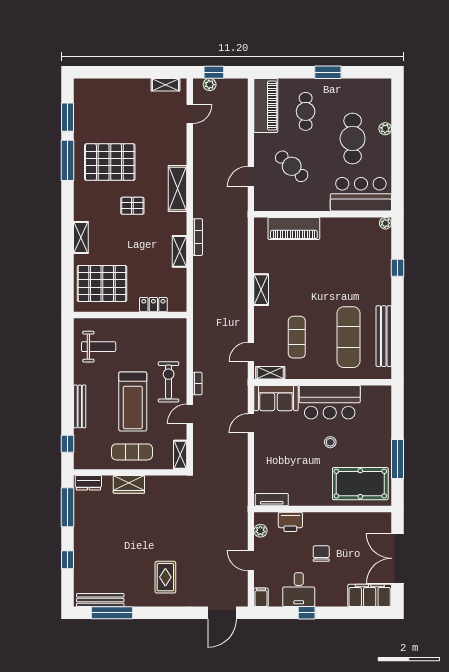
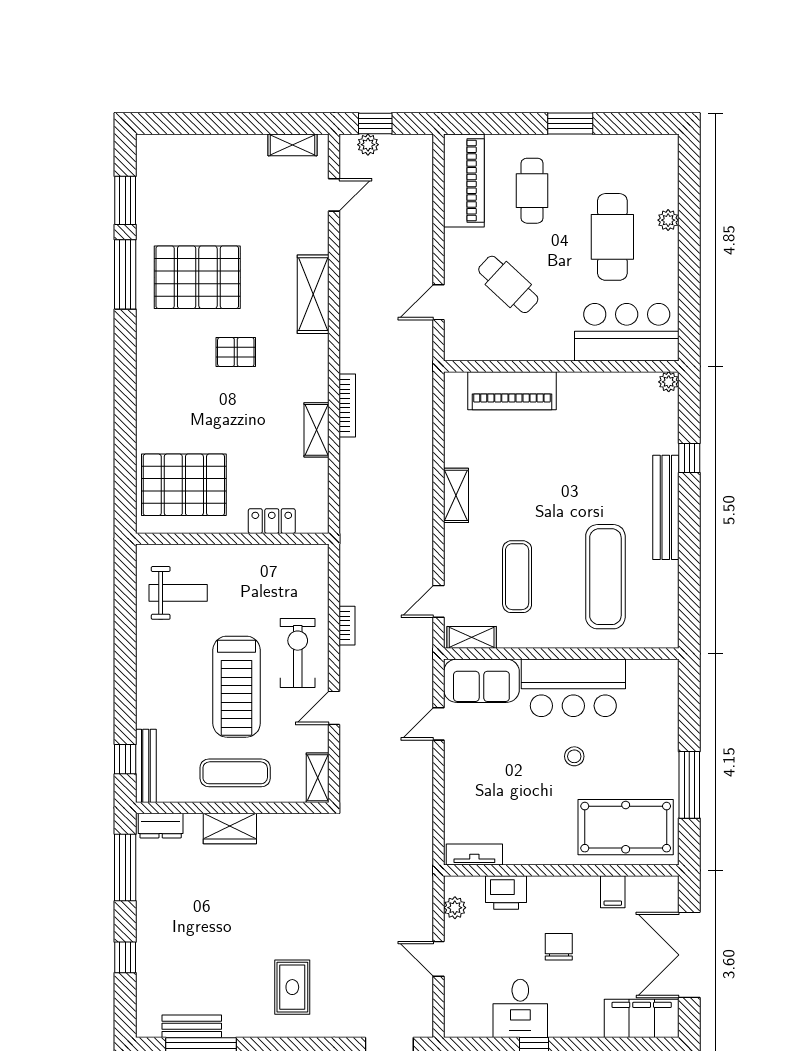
shelving: (178, 189) -> (313, 294), moved
shelving: (81, 237) -> (148, 406), removed
bench: (384, 336) -> (666, 507), moved
bookcase: (197, 384) -> (347, 626), moved
bench: (80, 406) -> (146, 766), moved
filing cabinet: (261, 597) -> (613, 892), moved, turned 180
bench: (100, 600) -> (192, 1026), width x0.73

